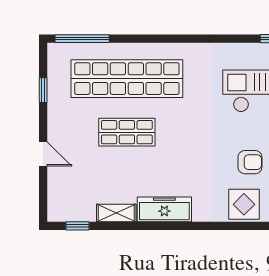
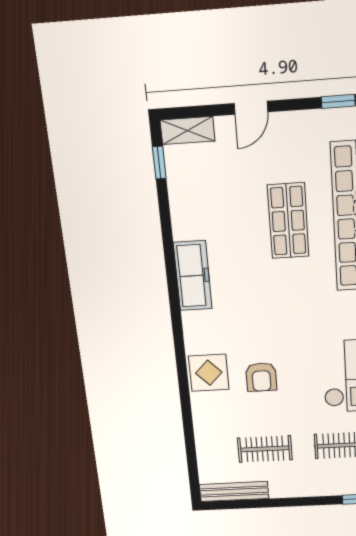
shelving: (116, 213) -> (188, 131), moved, turned 90

